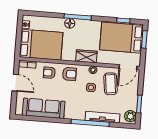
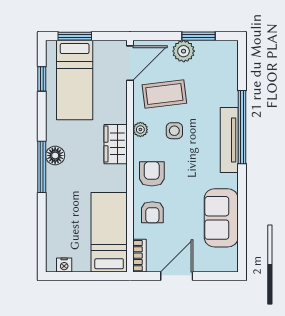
floor lamp: (70, 23) -> (55, 156), moved
bed: (121, 38) -> (75, 80), width x0.67
bed: (41, 45) -> (109, 232), width x0.67
door: (128, 67) -> (130, 63), hinge flipped
sofa: (44, 108) -> (221, 218), width x0.73
plant: (130, 116) -> (184, 51), moved
tv unit: (102, 117) -> (229, 140), moved

